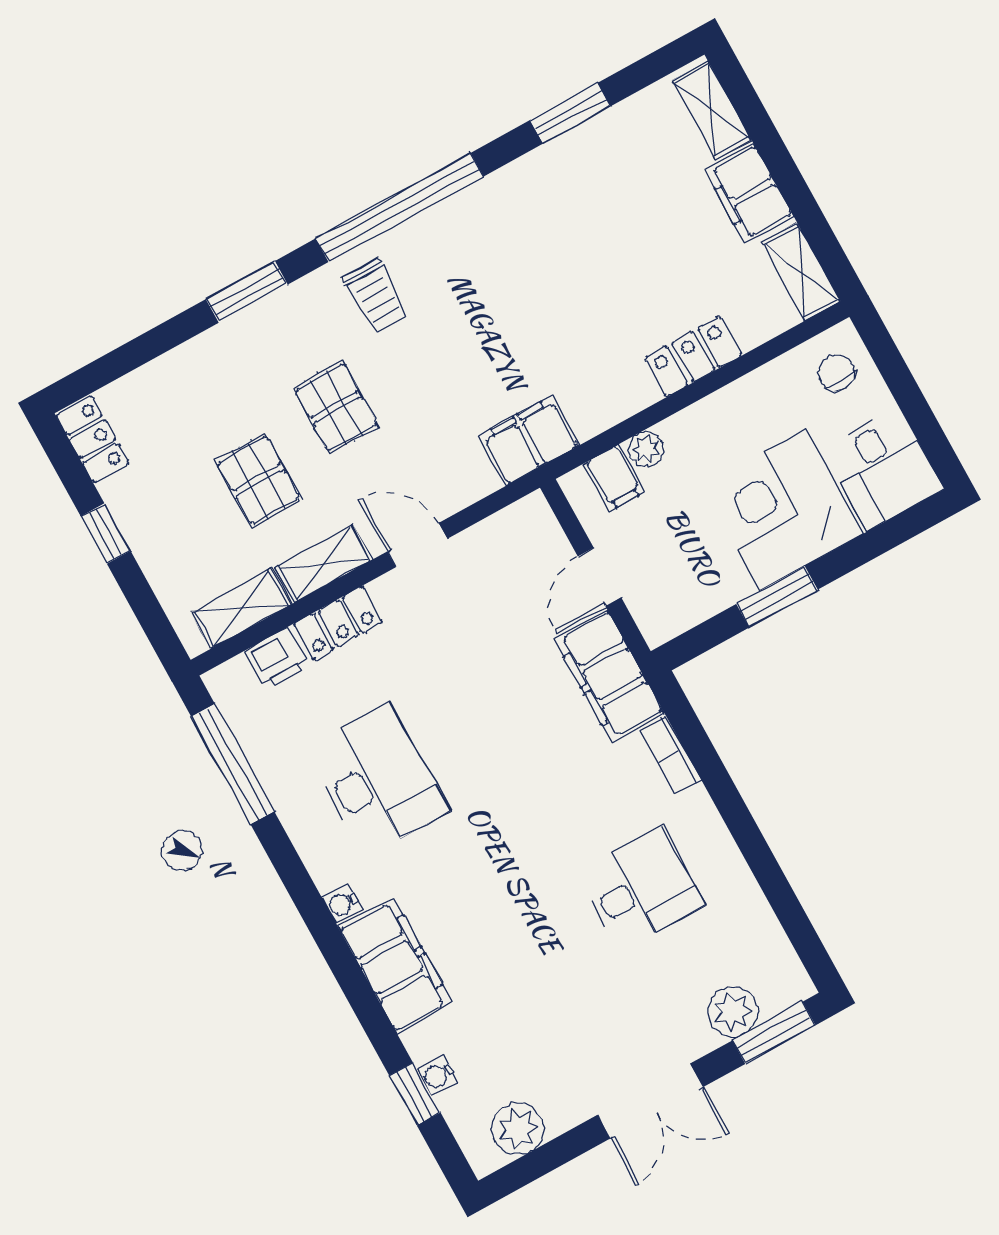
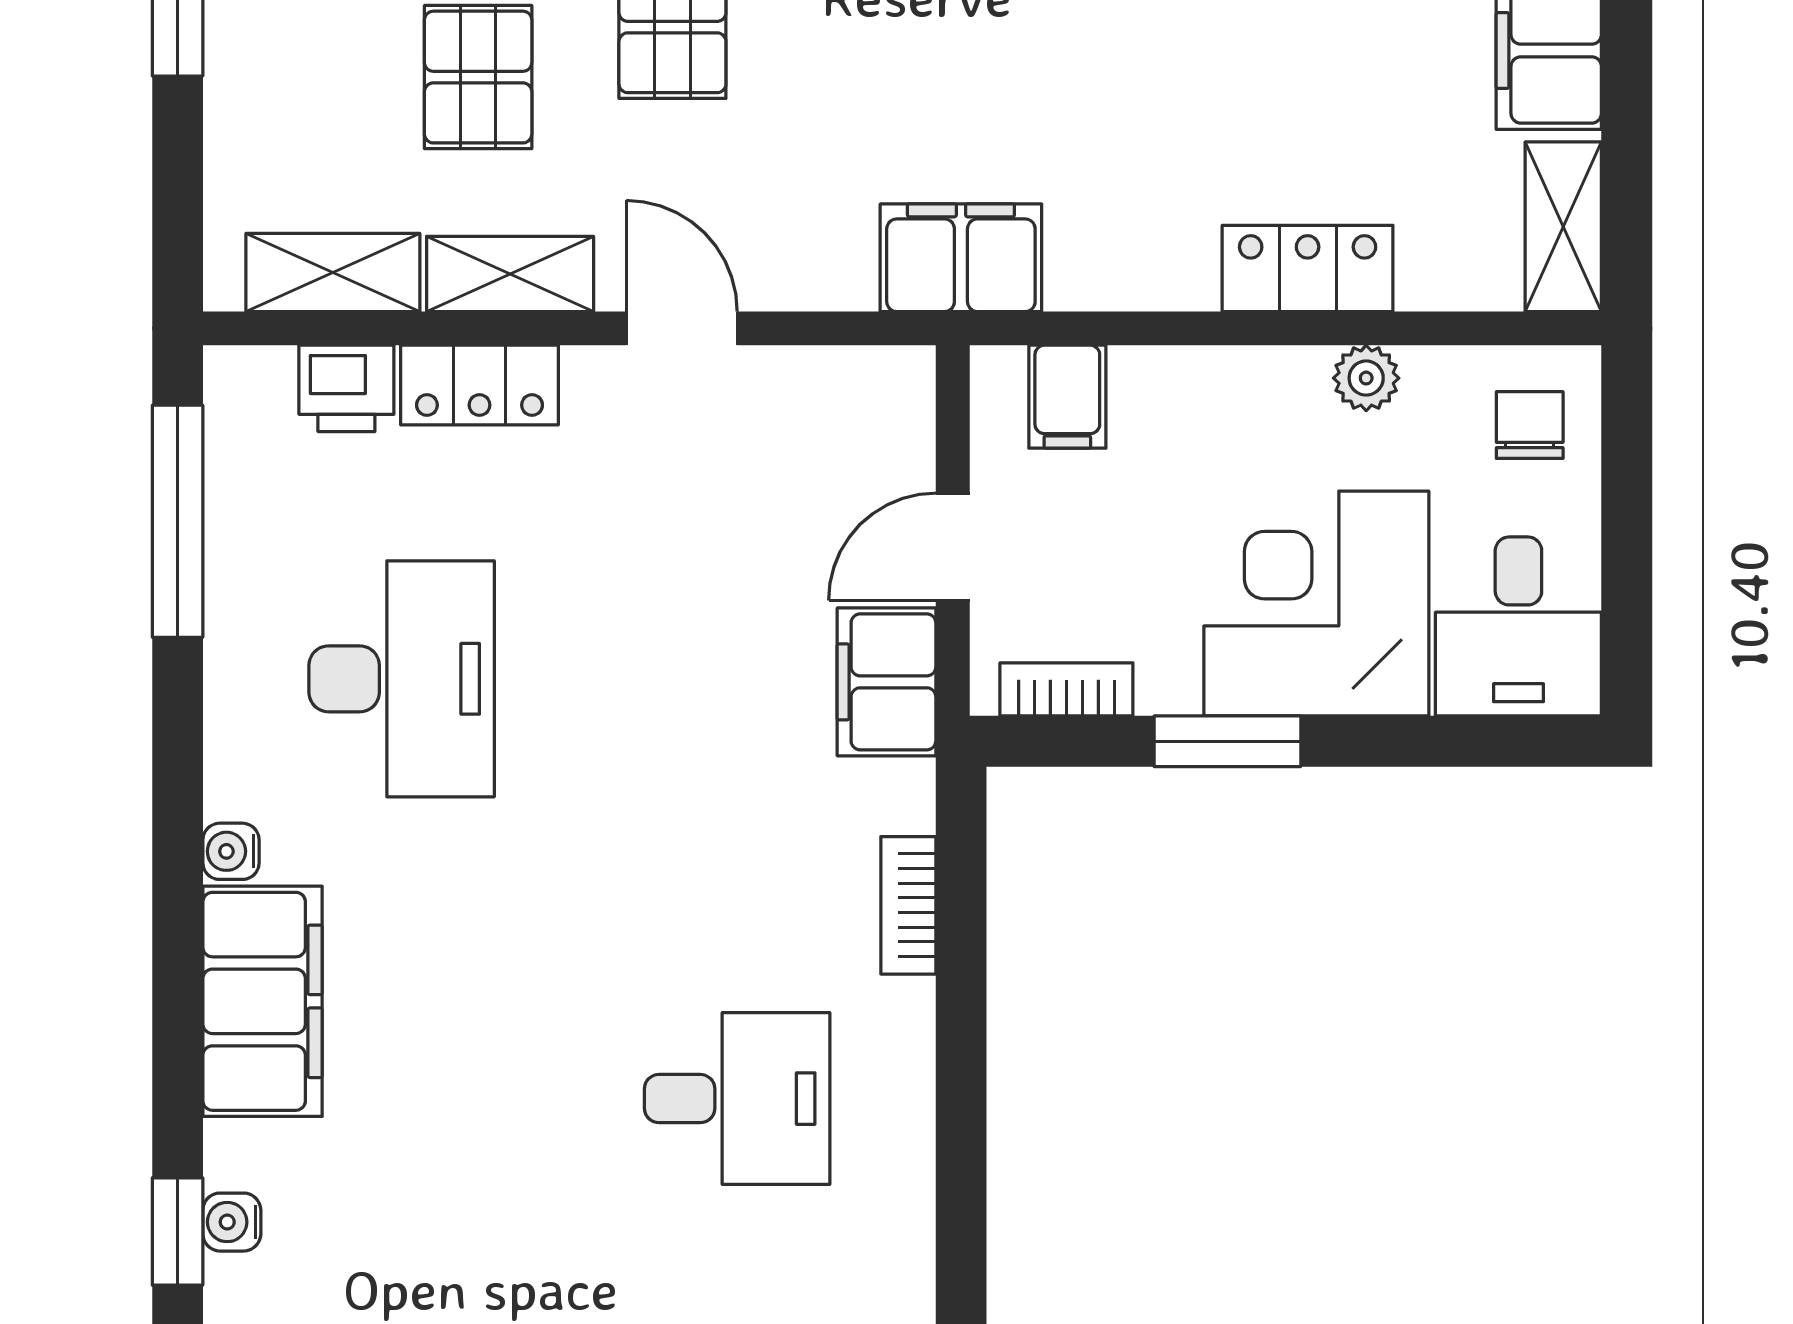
plant: (646, 449) -> (1366, 378), moved
bookcase: (689, 614) -> (1066, 689), added
filing cabinet: (609, 676) -> (887, 682), width x0.67, depth x0.86

